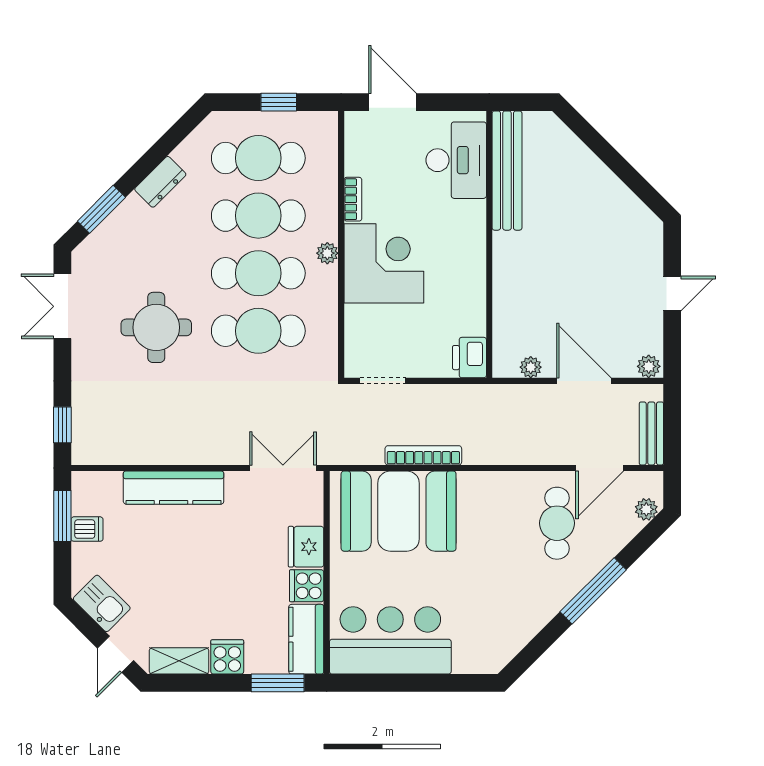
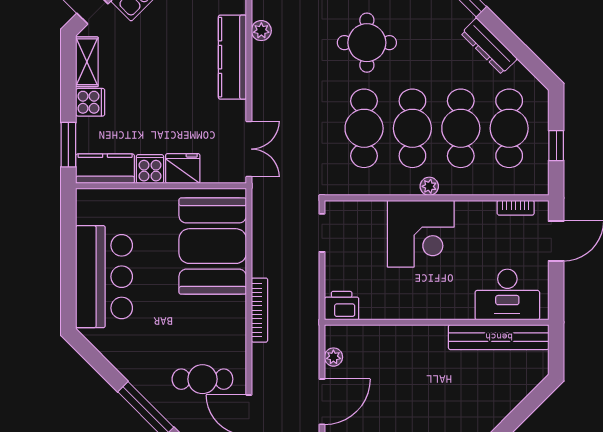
dresser: (160, 182) -> (489, 46), width x1.44
bookcase: (353, 199) -> (516, 208), moved
plant: (142, 453) -> (261, 31), added
bookcase: (423, 455) -> (259, 310), moved
bar counter: (390, 640) -> (104, 277), moved

